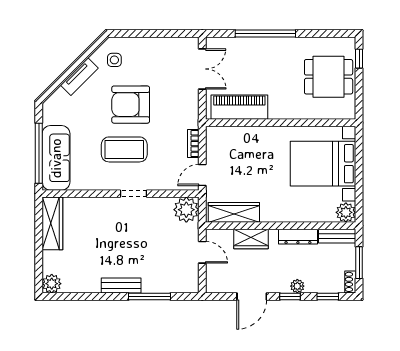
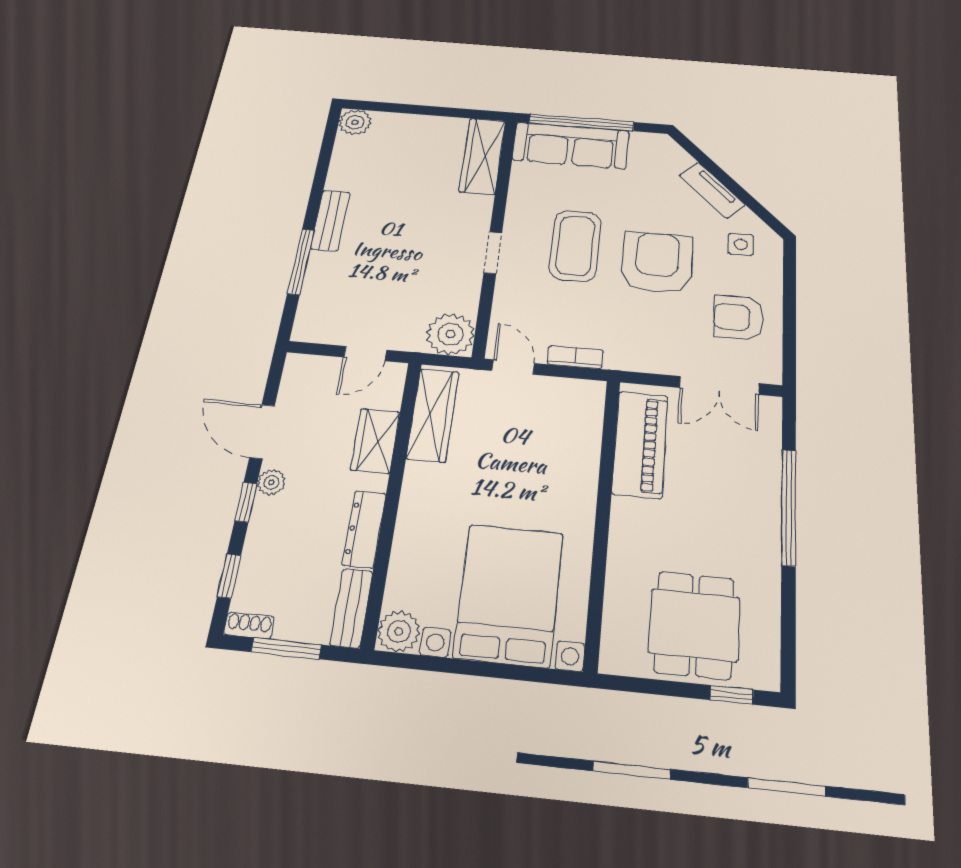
armchair: (161, 60) -> (739, 318), added
wardrobe: (52, 223) -> (482, 156), moved, turned 90
plant: (297, 286) -> (271, 482), moved

